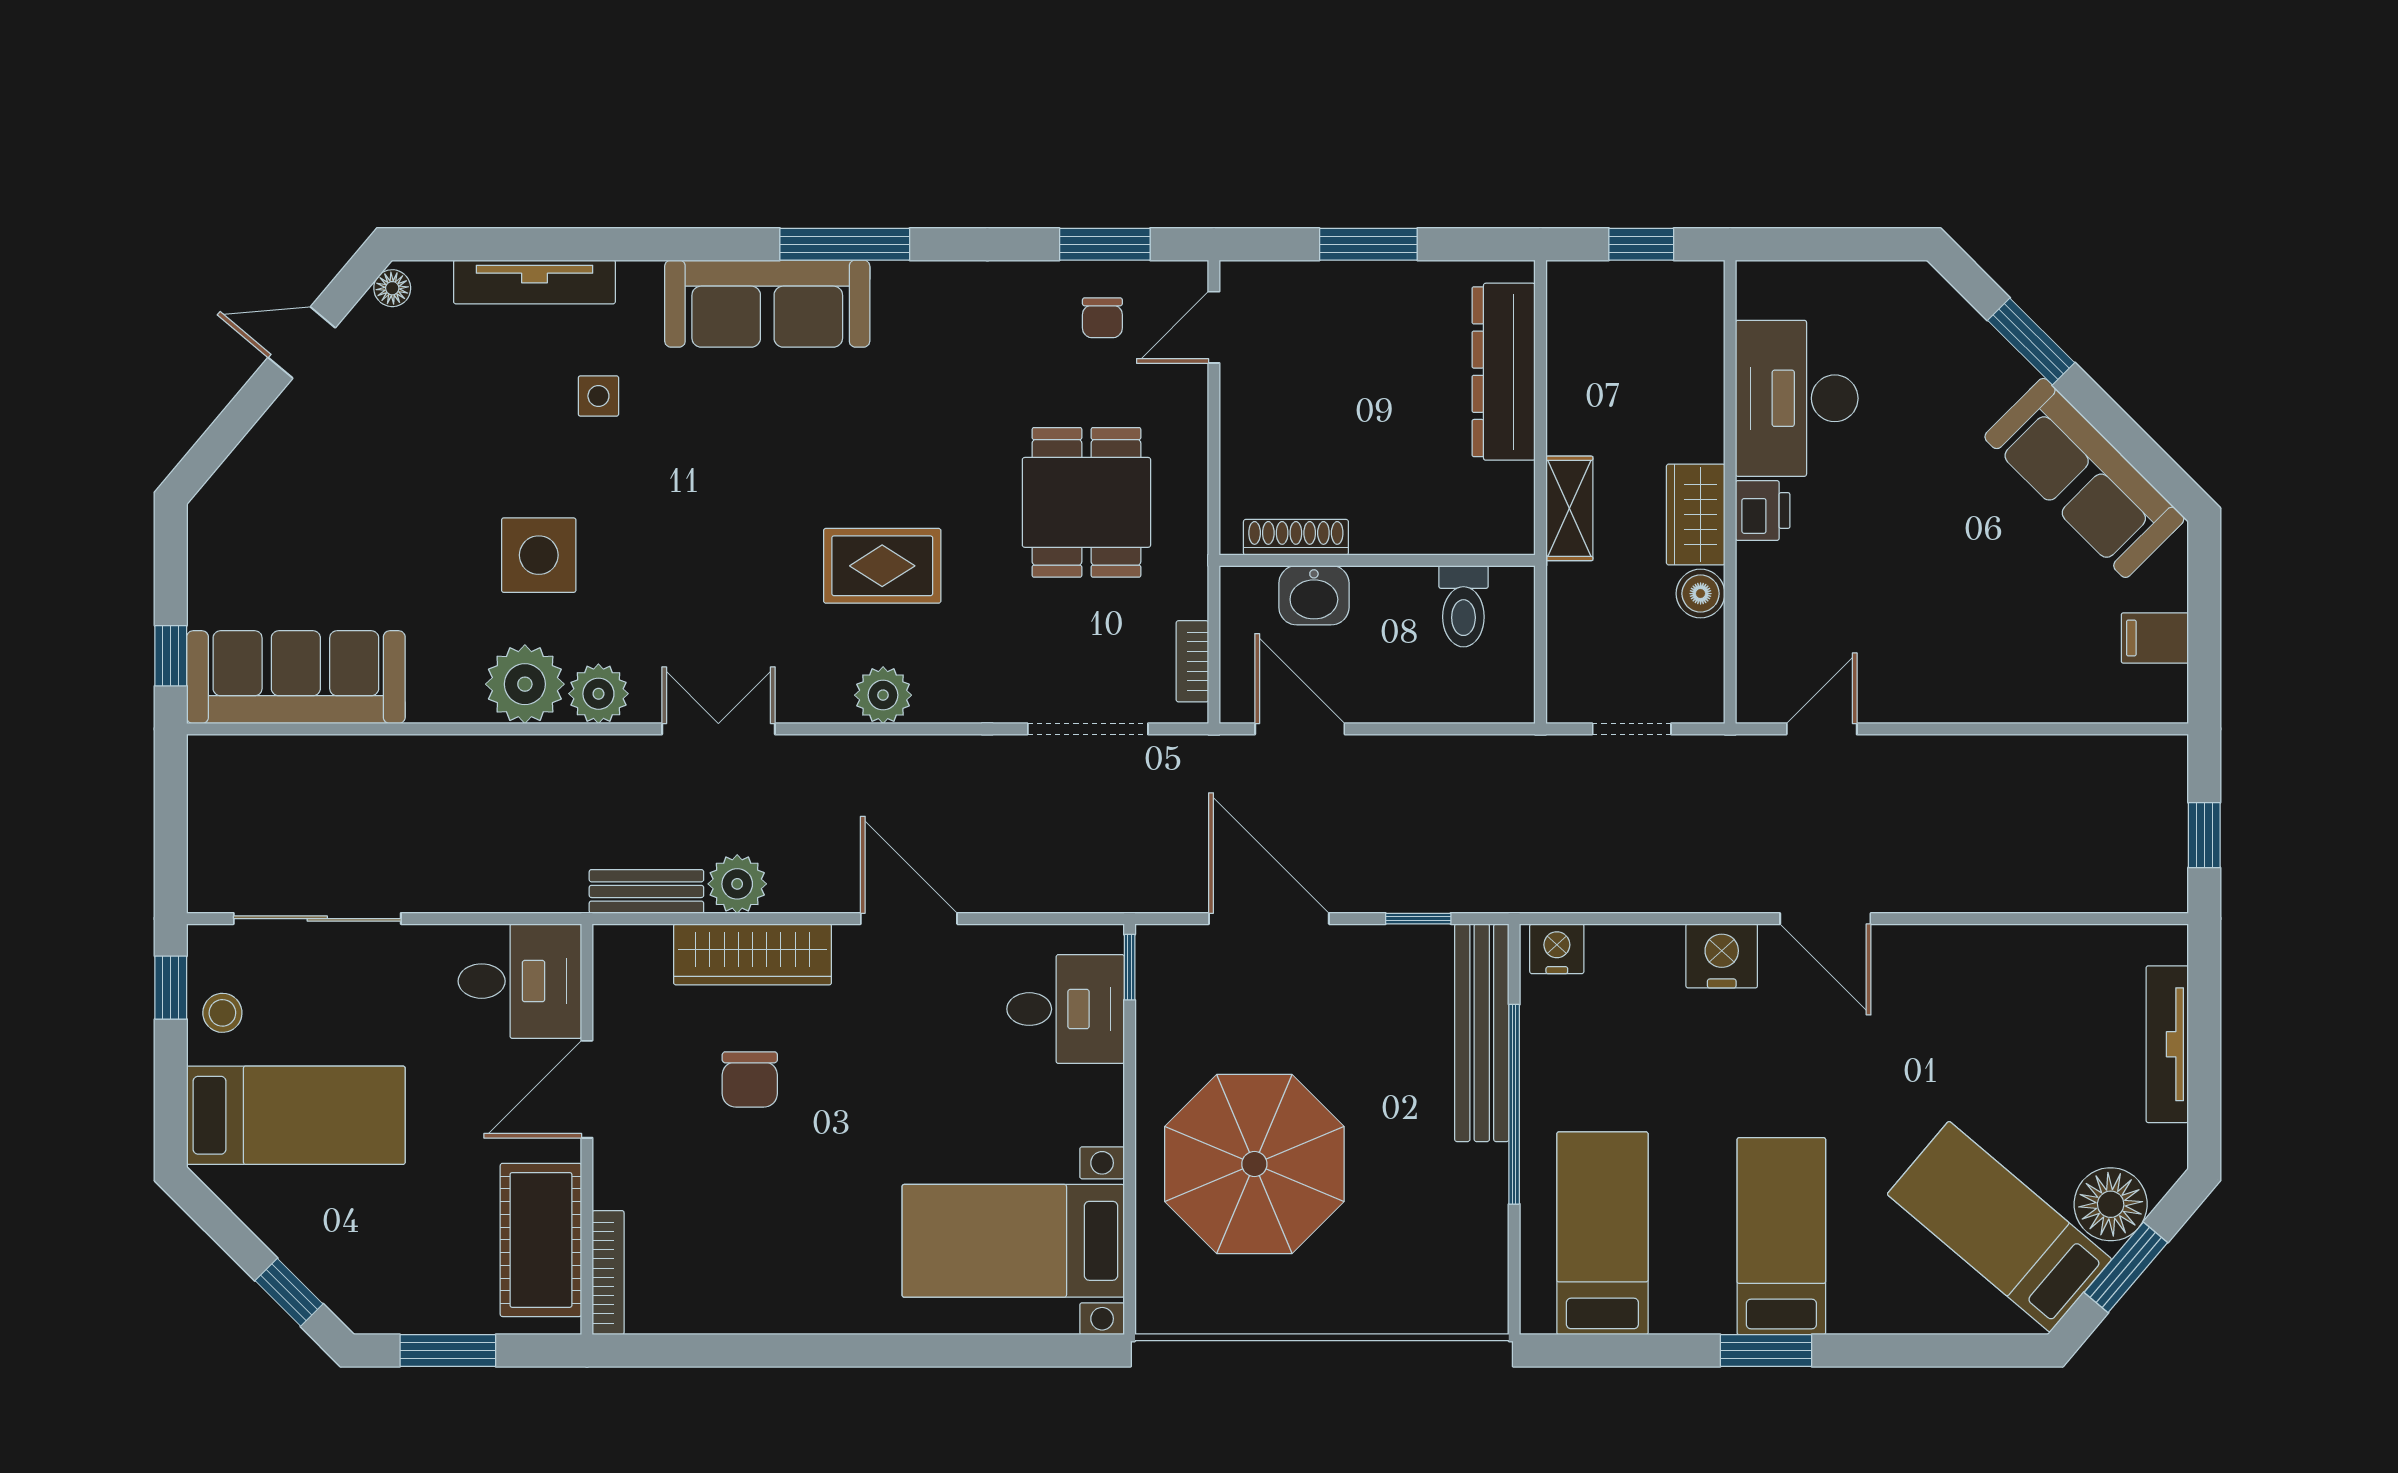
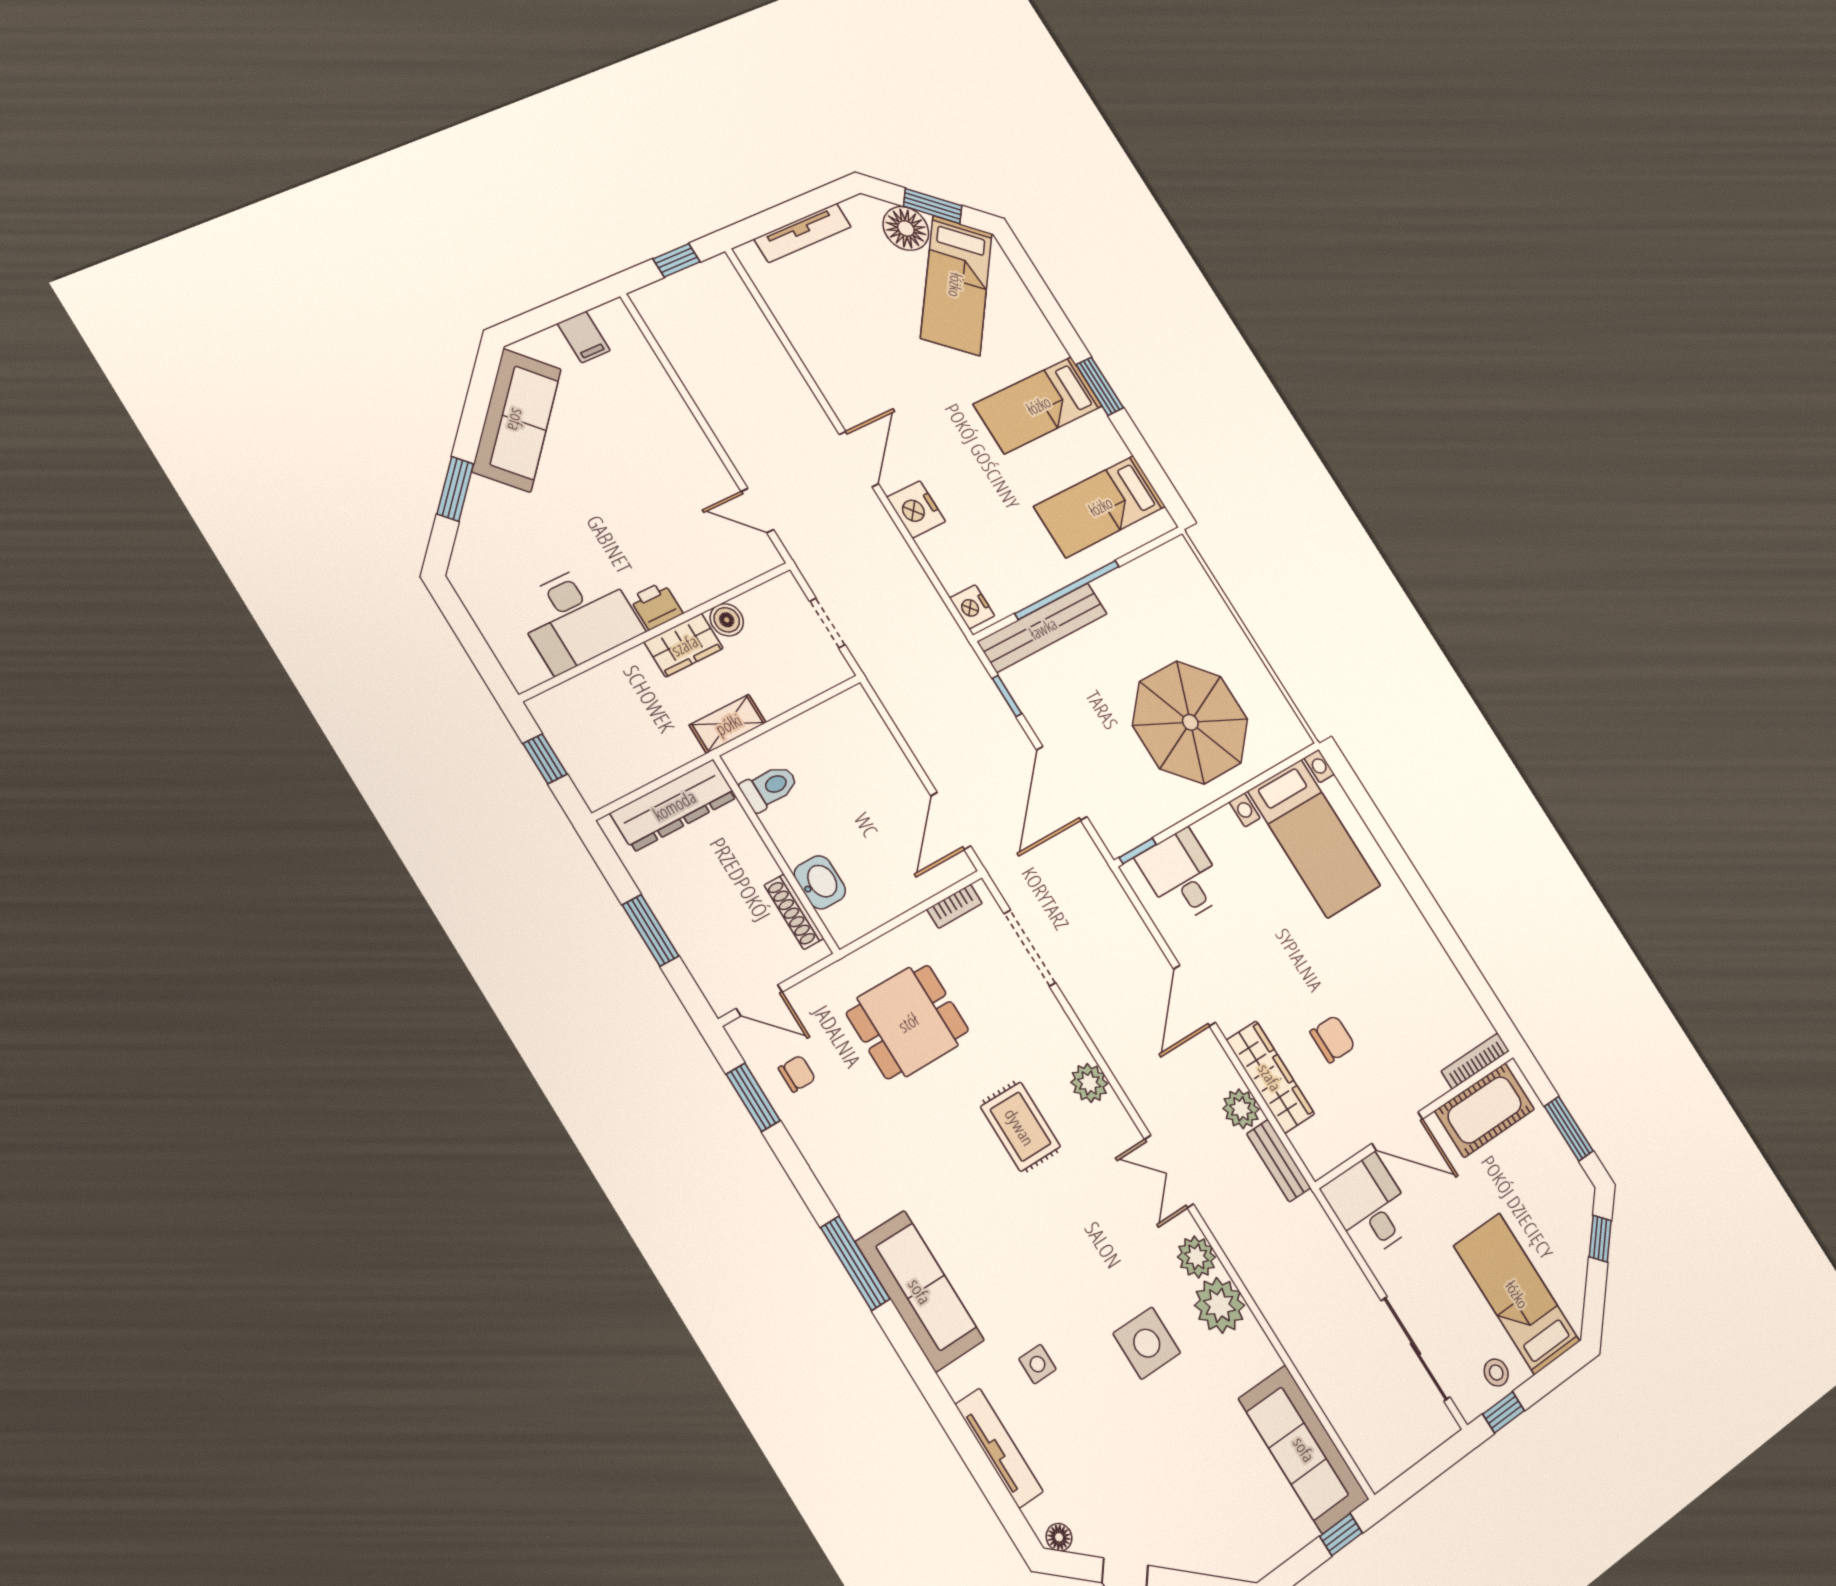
shoe rack: (1296, 537) -> (794, 912), moved
wall: (1377, 560) -> (776, 854), moved
washbasin: (1314, 595) -> (820, 882), moved
toilet: (1463, 606) -> (769, 787), moved

